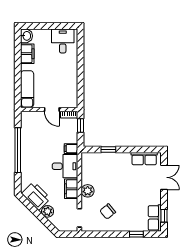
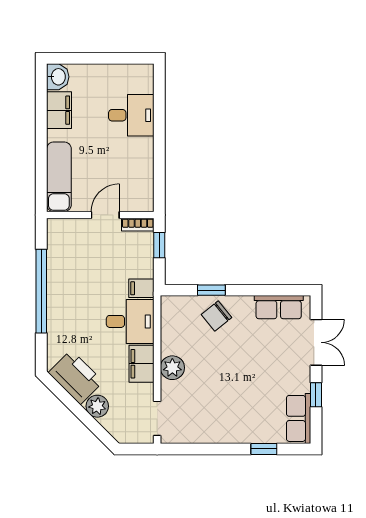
desk: (63, 41) -> (131, 115), moved, turned 90
door: (52, 110) -> (105, 215), swing flipped
chair: (108, 211) -> (217, 316), moved
window: (164, 216) -> (316, 395), moved

